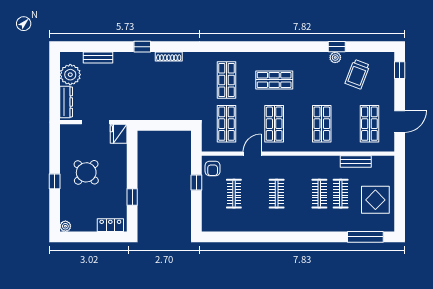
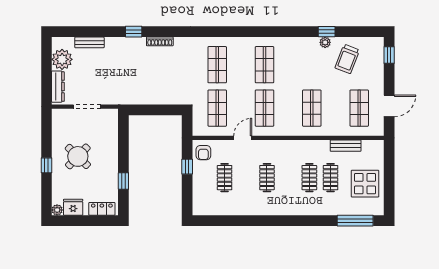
shop shelf: (274, 80) -> (264, 65), turned 90
fridge: (119, 134) -> (73, 207), moved, turned 90

